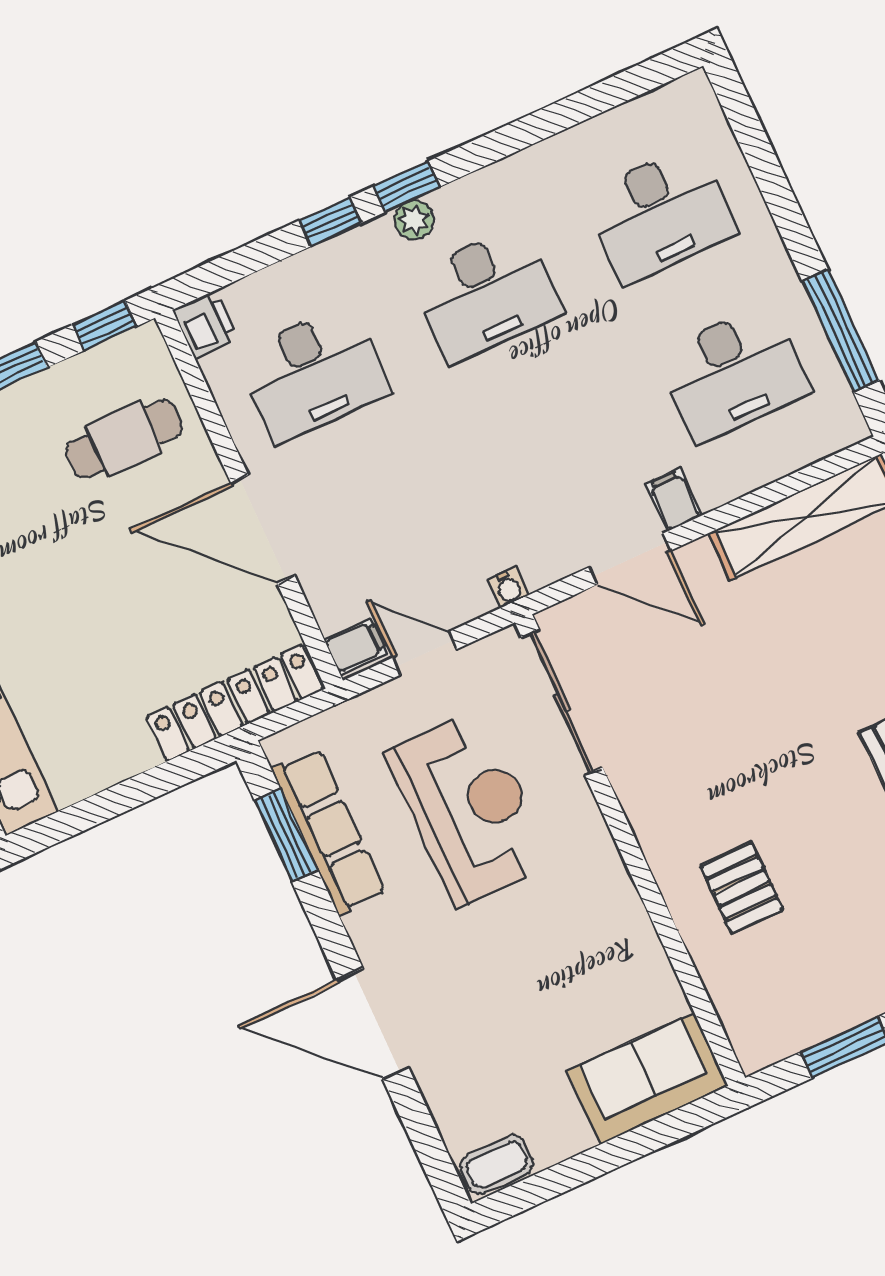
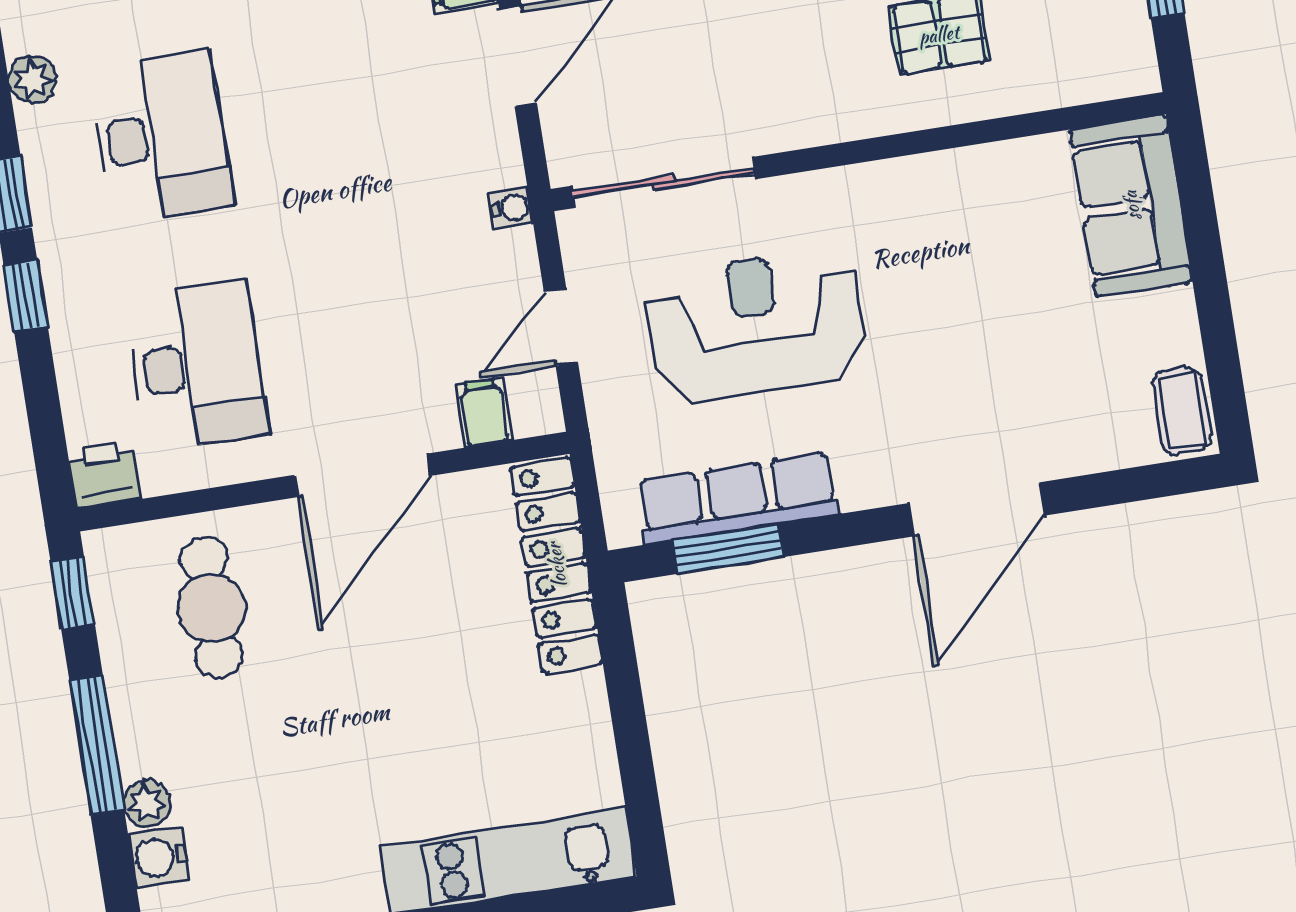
plant: (414, 220) -> (32, 80), moved
filing cabinet: (356, 646) -> (484, 413), moved

